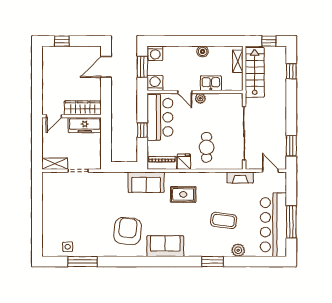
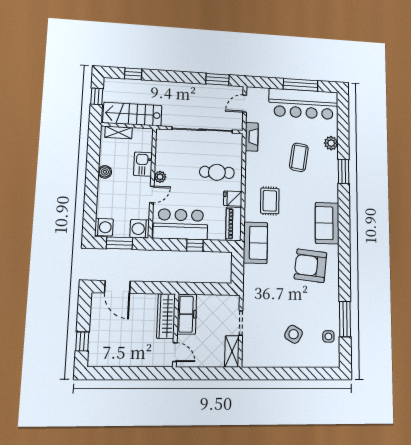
side table: (69, 216) -> (294, 334), added

